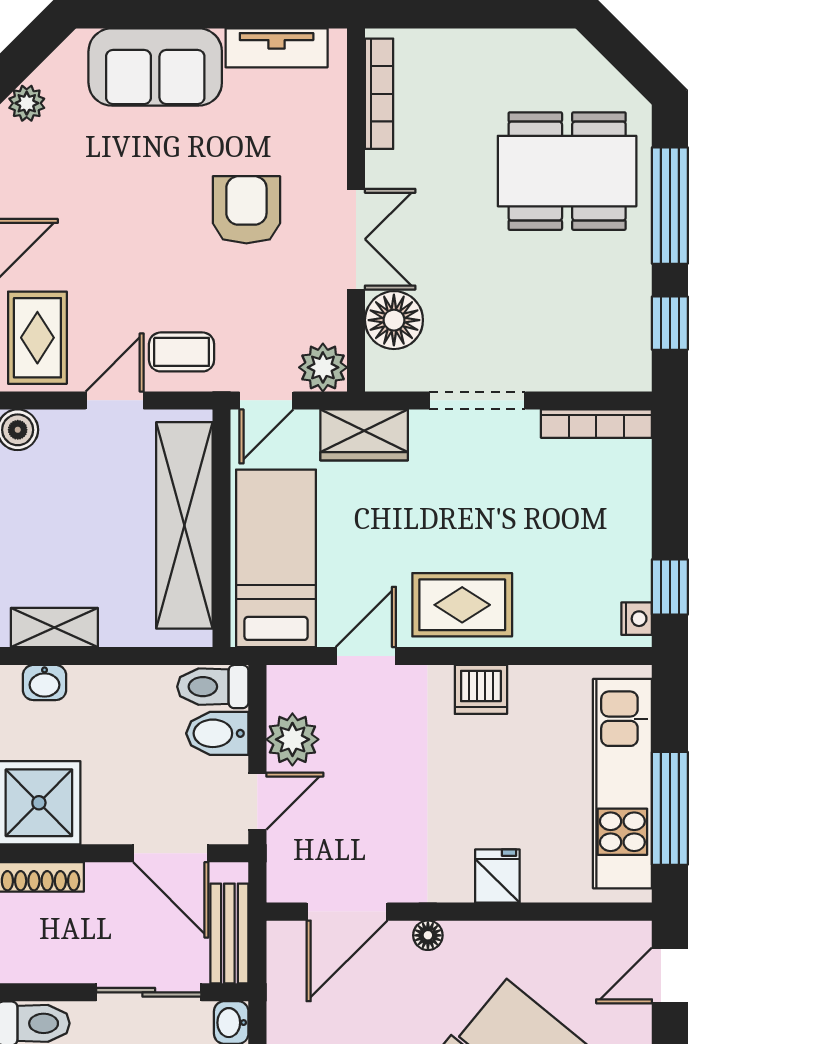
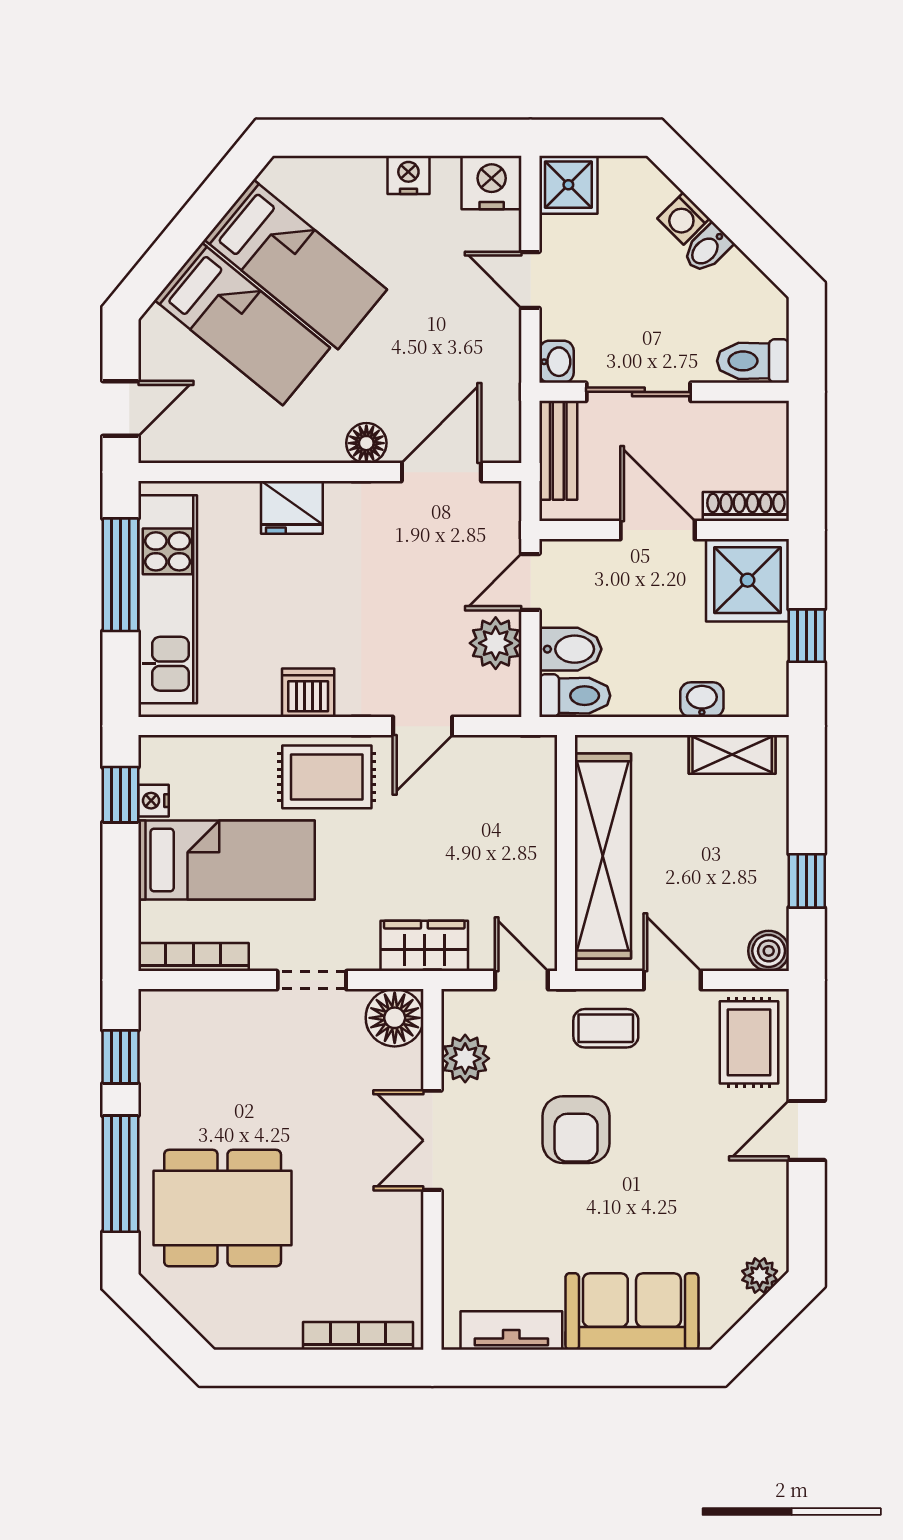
bookcase: (379, 94) -> (358, 1336), moved, turned 90
armchair: (246, 210) -> (576, 1130), moved
floor lamp: (394, 320) -> (395, 1018), moved
plant: (323, 367) -> (465, 1058), moved
door: (115, 400) -> (672, 980), swing flipped
door: (266, 400) -> (521, 980), hinge flipped
doorway: (477, 400) -> (312, 980), width x0.73
bed: (276, 558) -> (226, 860), moved, turned -90
nightstand: (637, 619) -> (153, 801), moved
washbasin: (44, 683) -> (702, 700), moved
door: (171, 853) -> (658, 530), moved
fridge: (497, 876) -> (292, 507), width x1.38
floor lamp: (428, 935) -> (366, 443), width x1.37, depth x1.37

